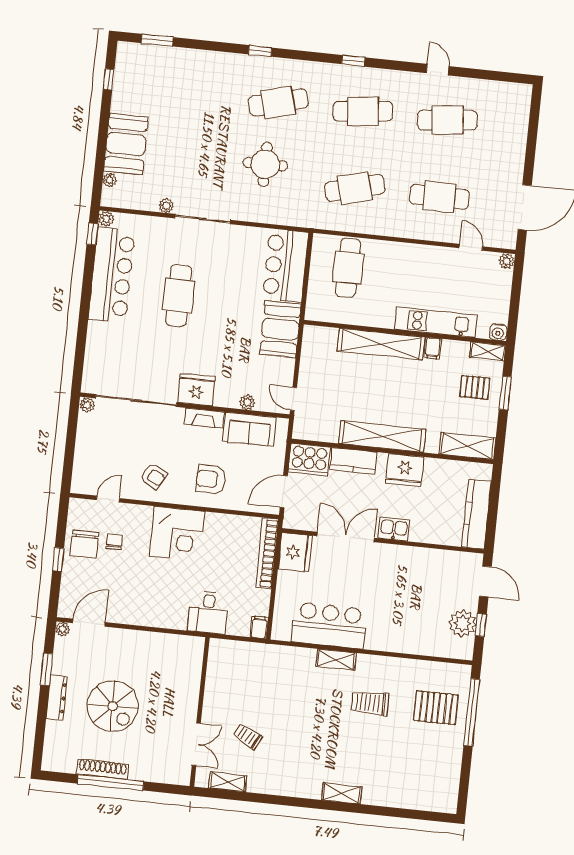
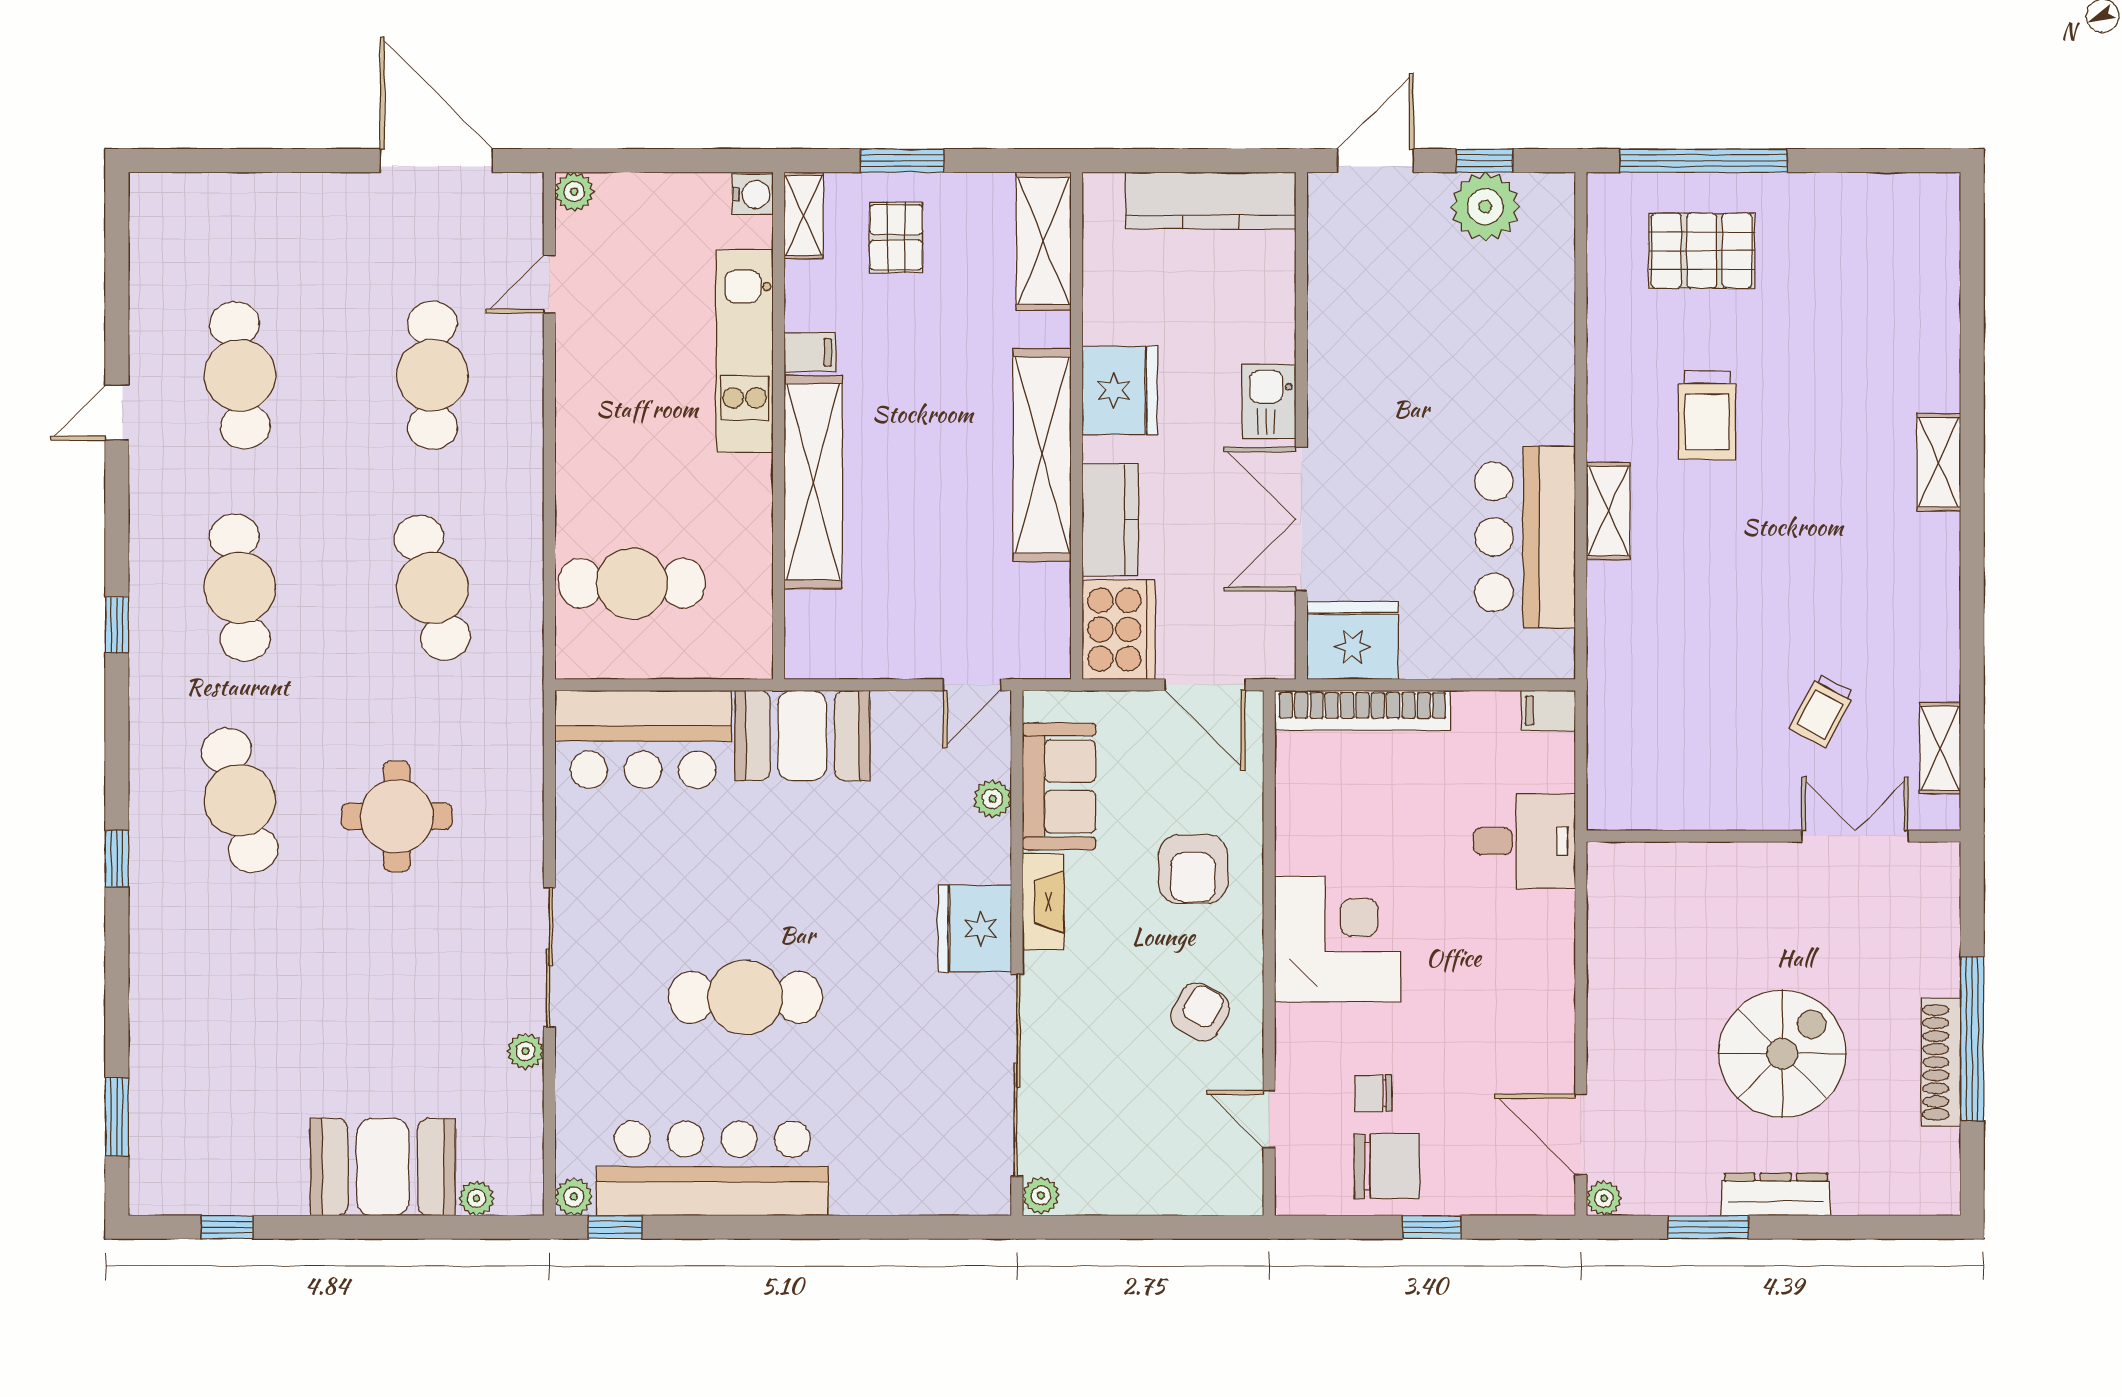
pallet: (436, 708) -> (1702, 251), turned 90

